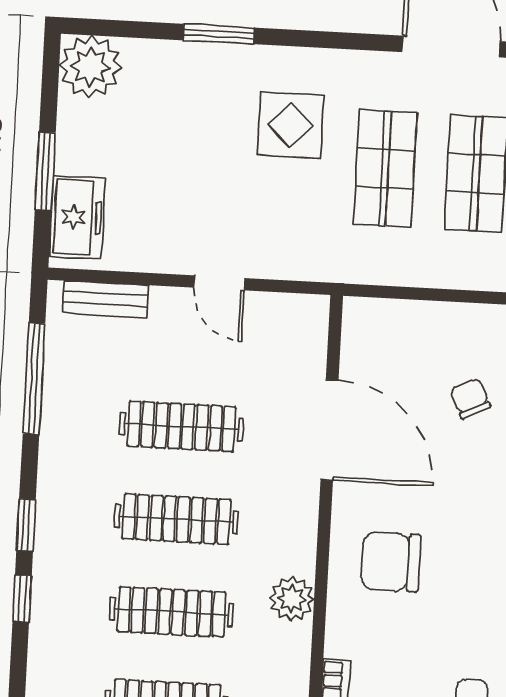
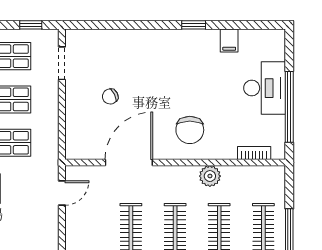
door: (219, 283) -> (62, 193), moved

